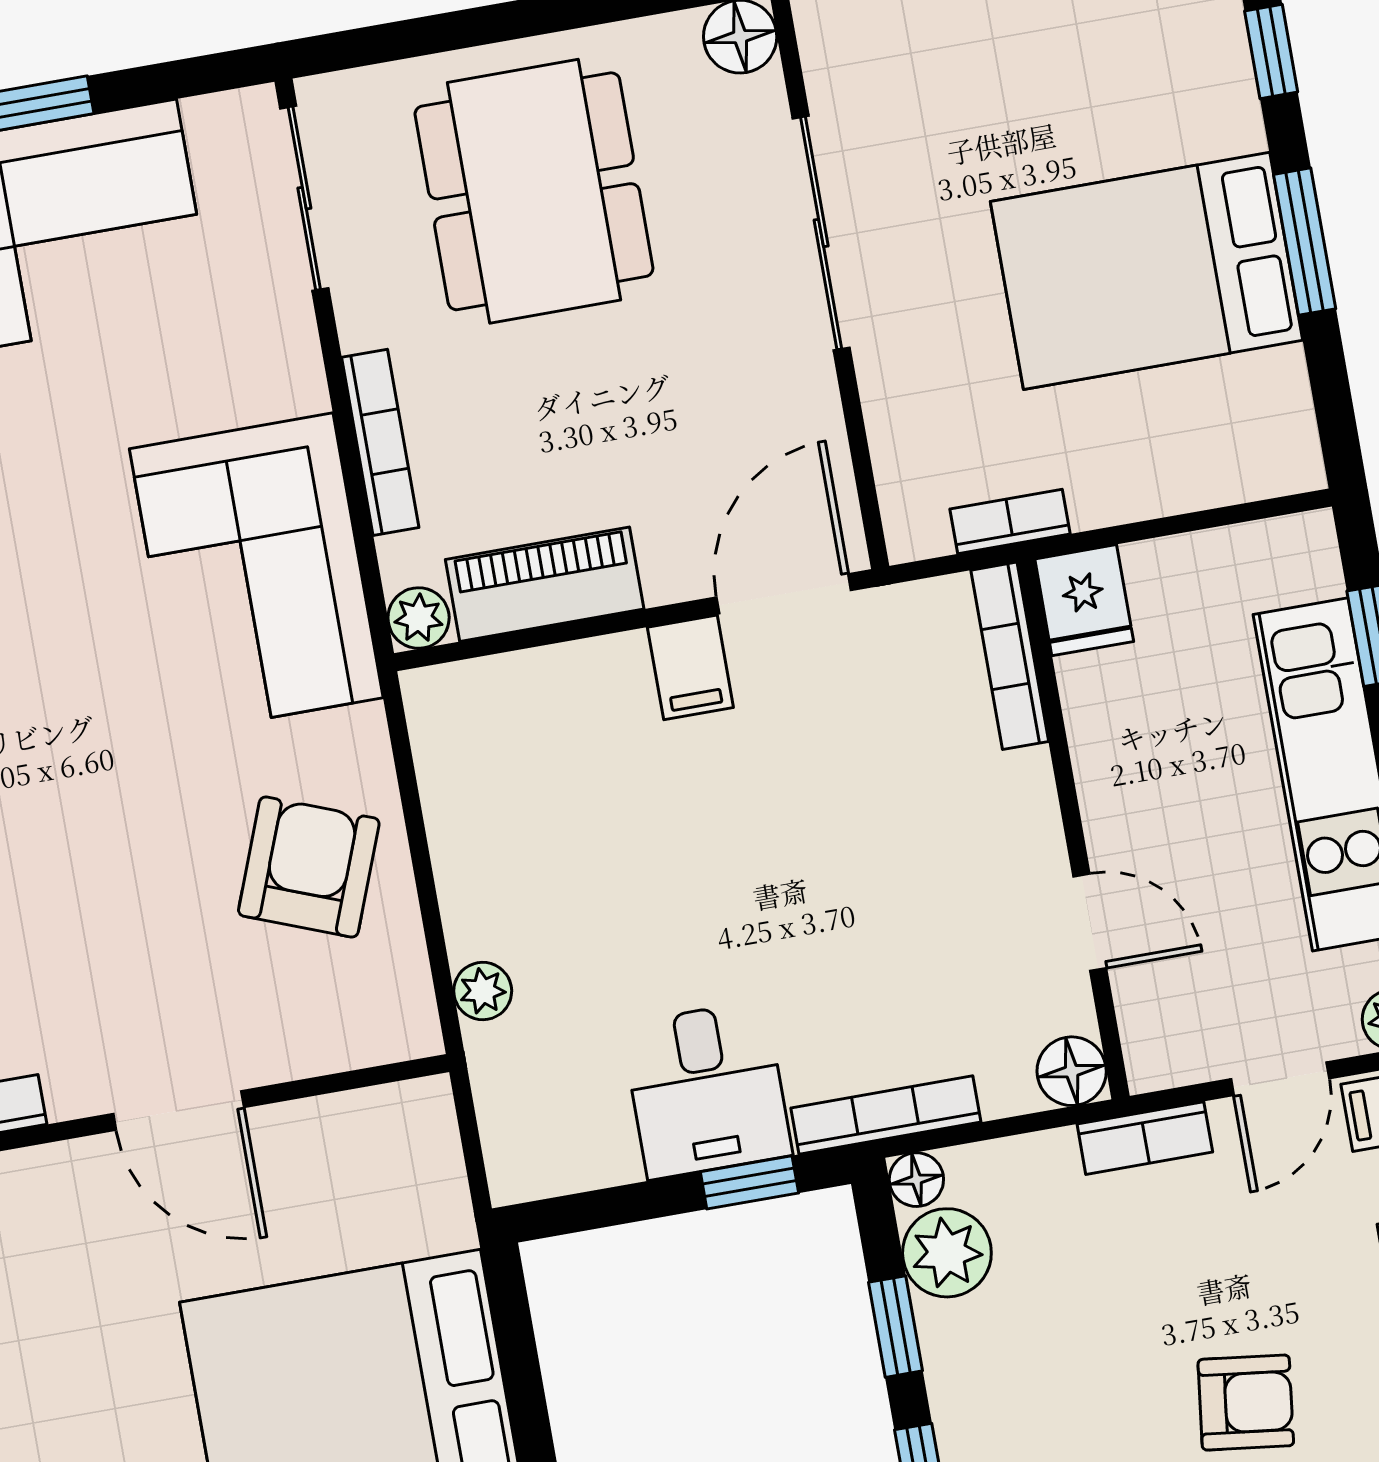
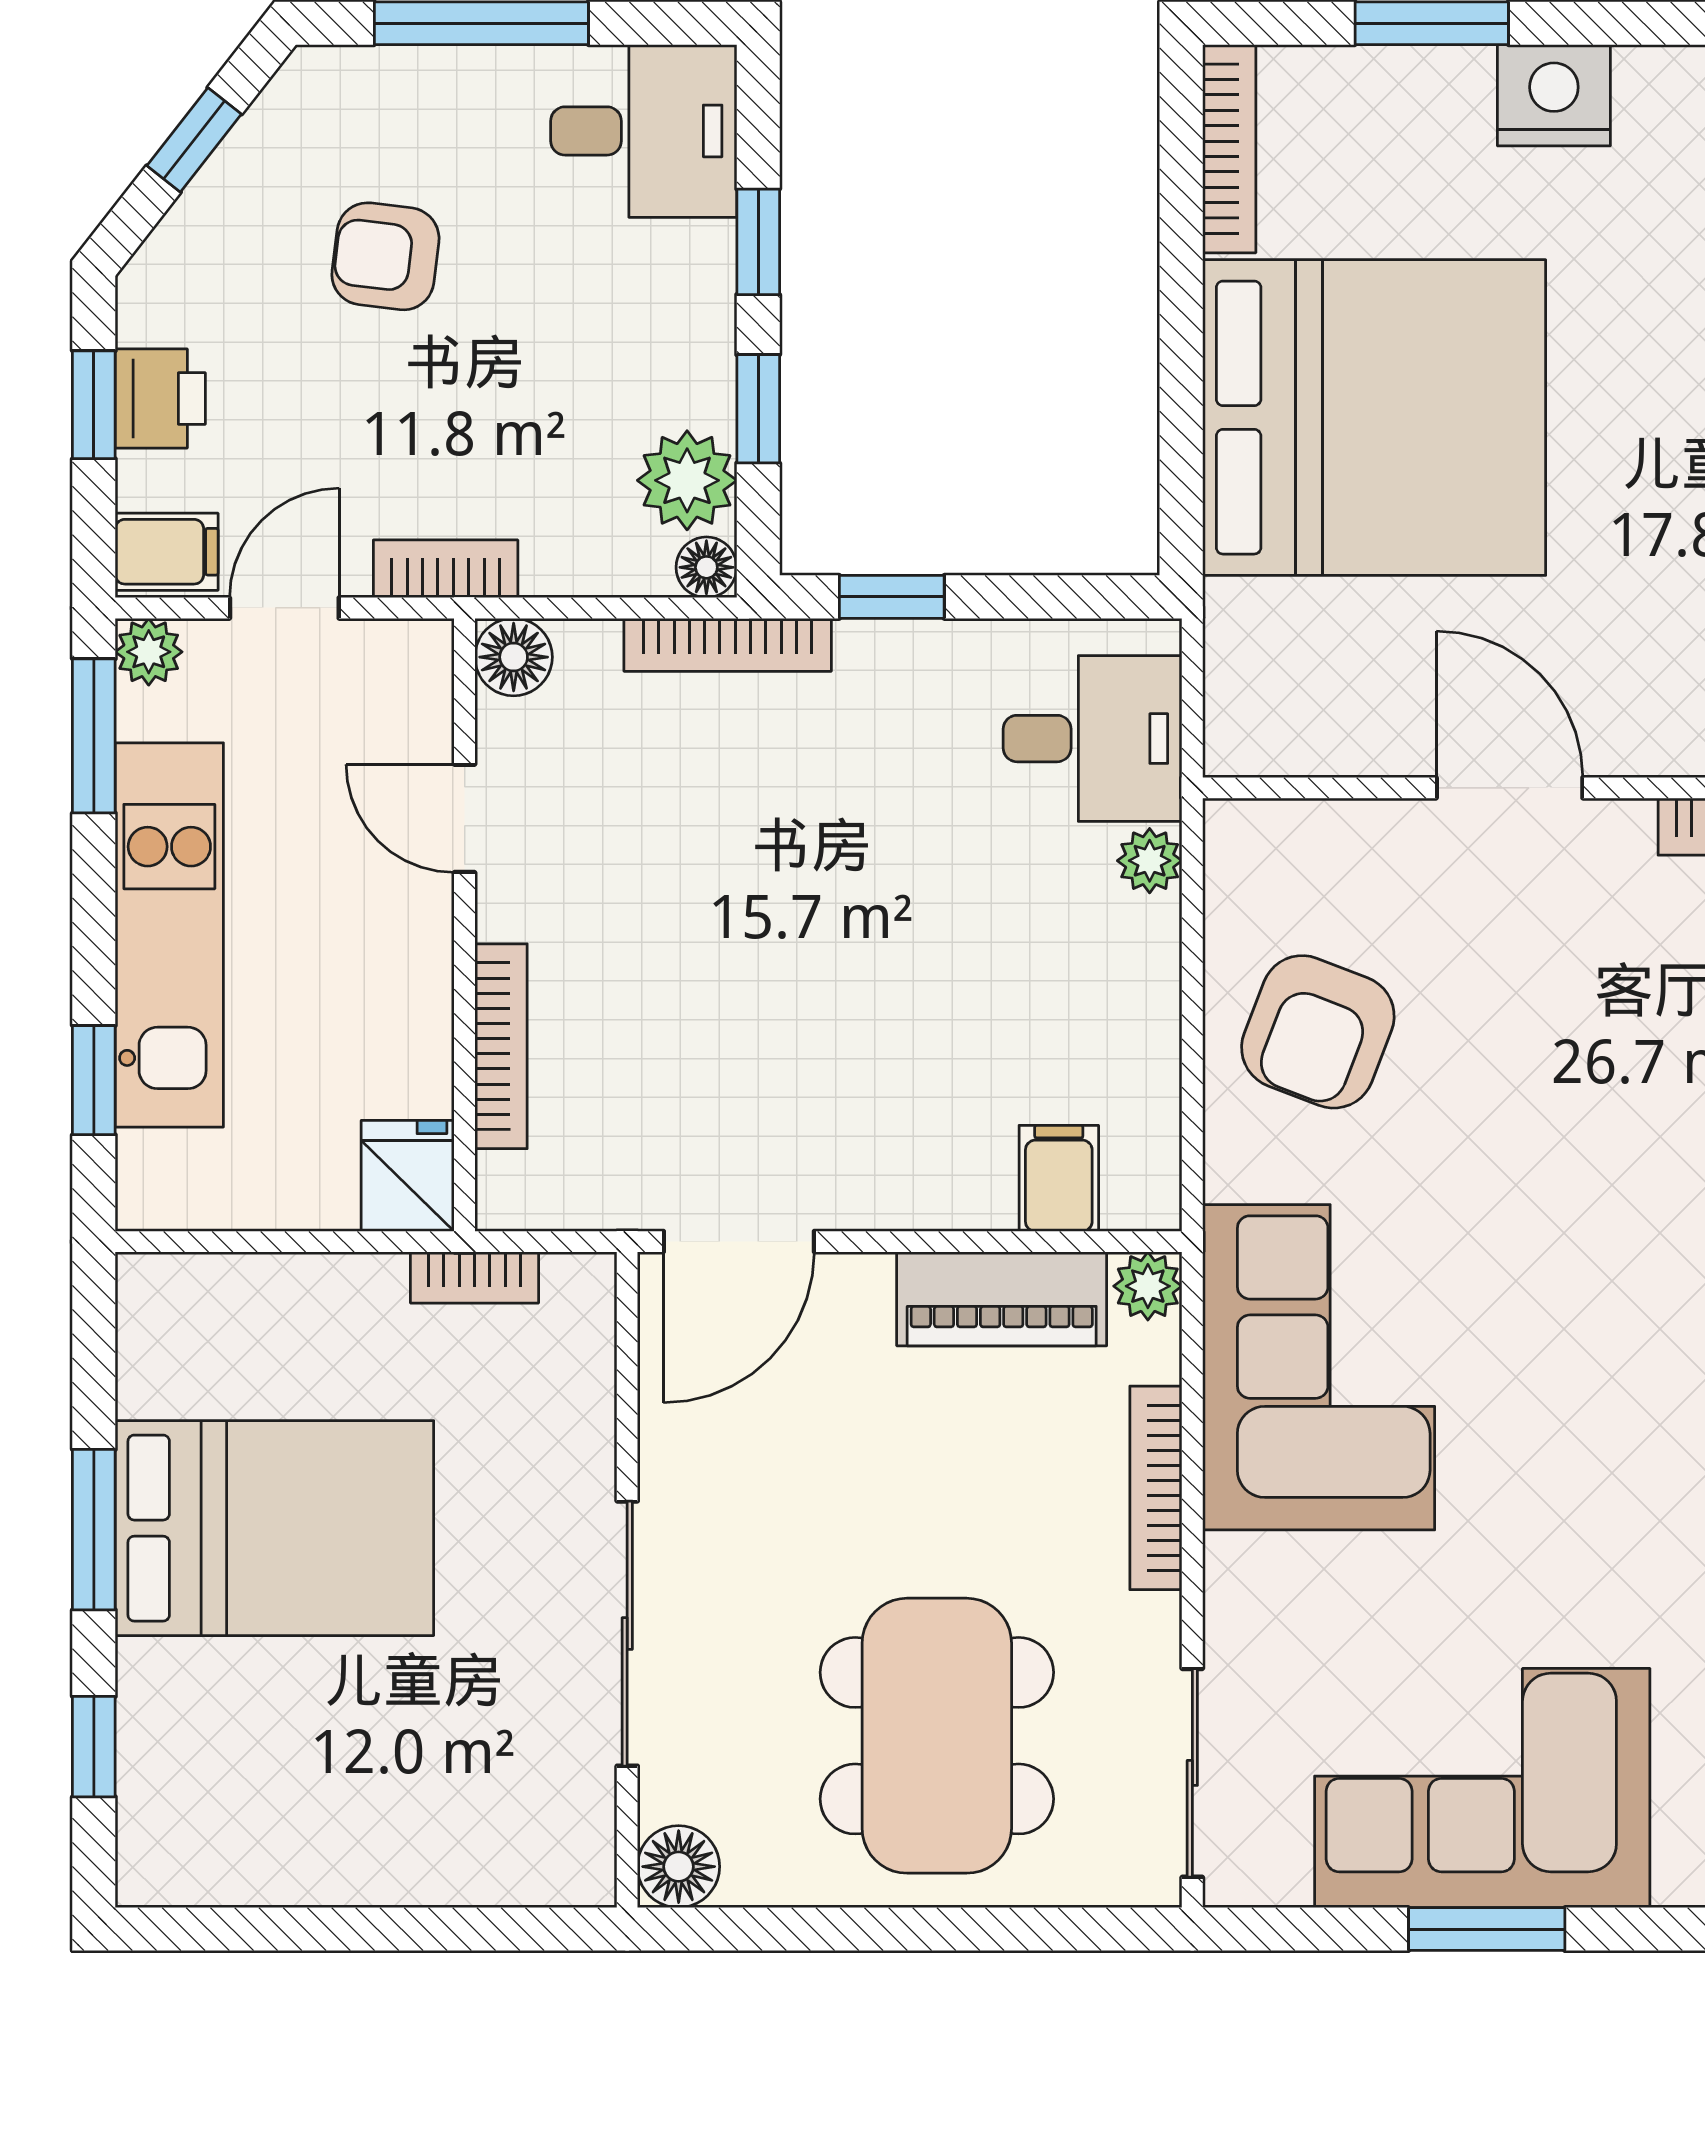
bookcase: (1010, 656) -> (501, 1046), moved
filing cabinet: (690, 667) -> (1059, 1178), moved
desk: (707, 1090) -> (1093, 739), moved, turned 90

